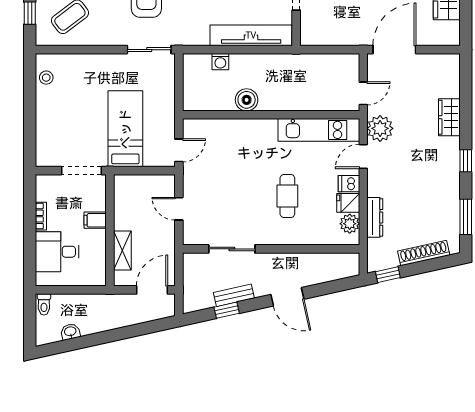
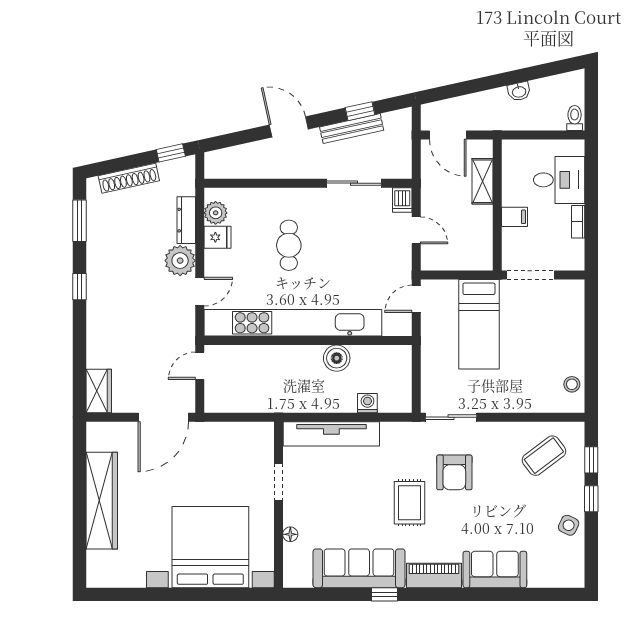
wardrobe: (449, 117) -> (99, 391), moved
plant: (380, 128) -> (180, 261), moved
kitchen unit: (319, 130) -> (293, 323), width x1.86
dishwasher: (349, 184) -> (402, 200), moved, turned 90
door: (152, 290) -> (448, 135), hinge flipped
bench: (234, 295) -> (352, 129), width x1.36
washbasin: (70, 332) -> (519, 91), moved

